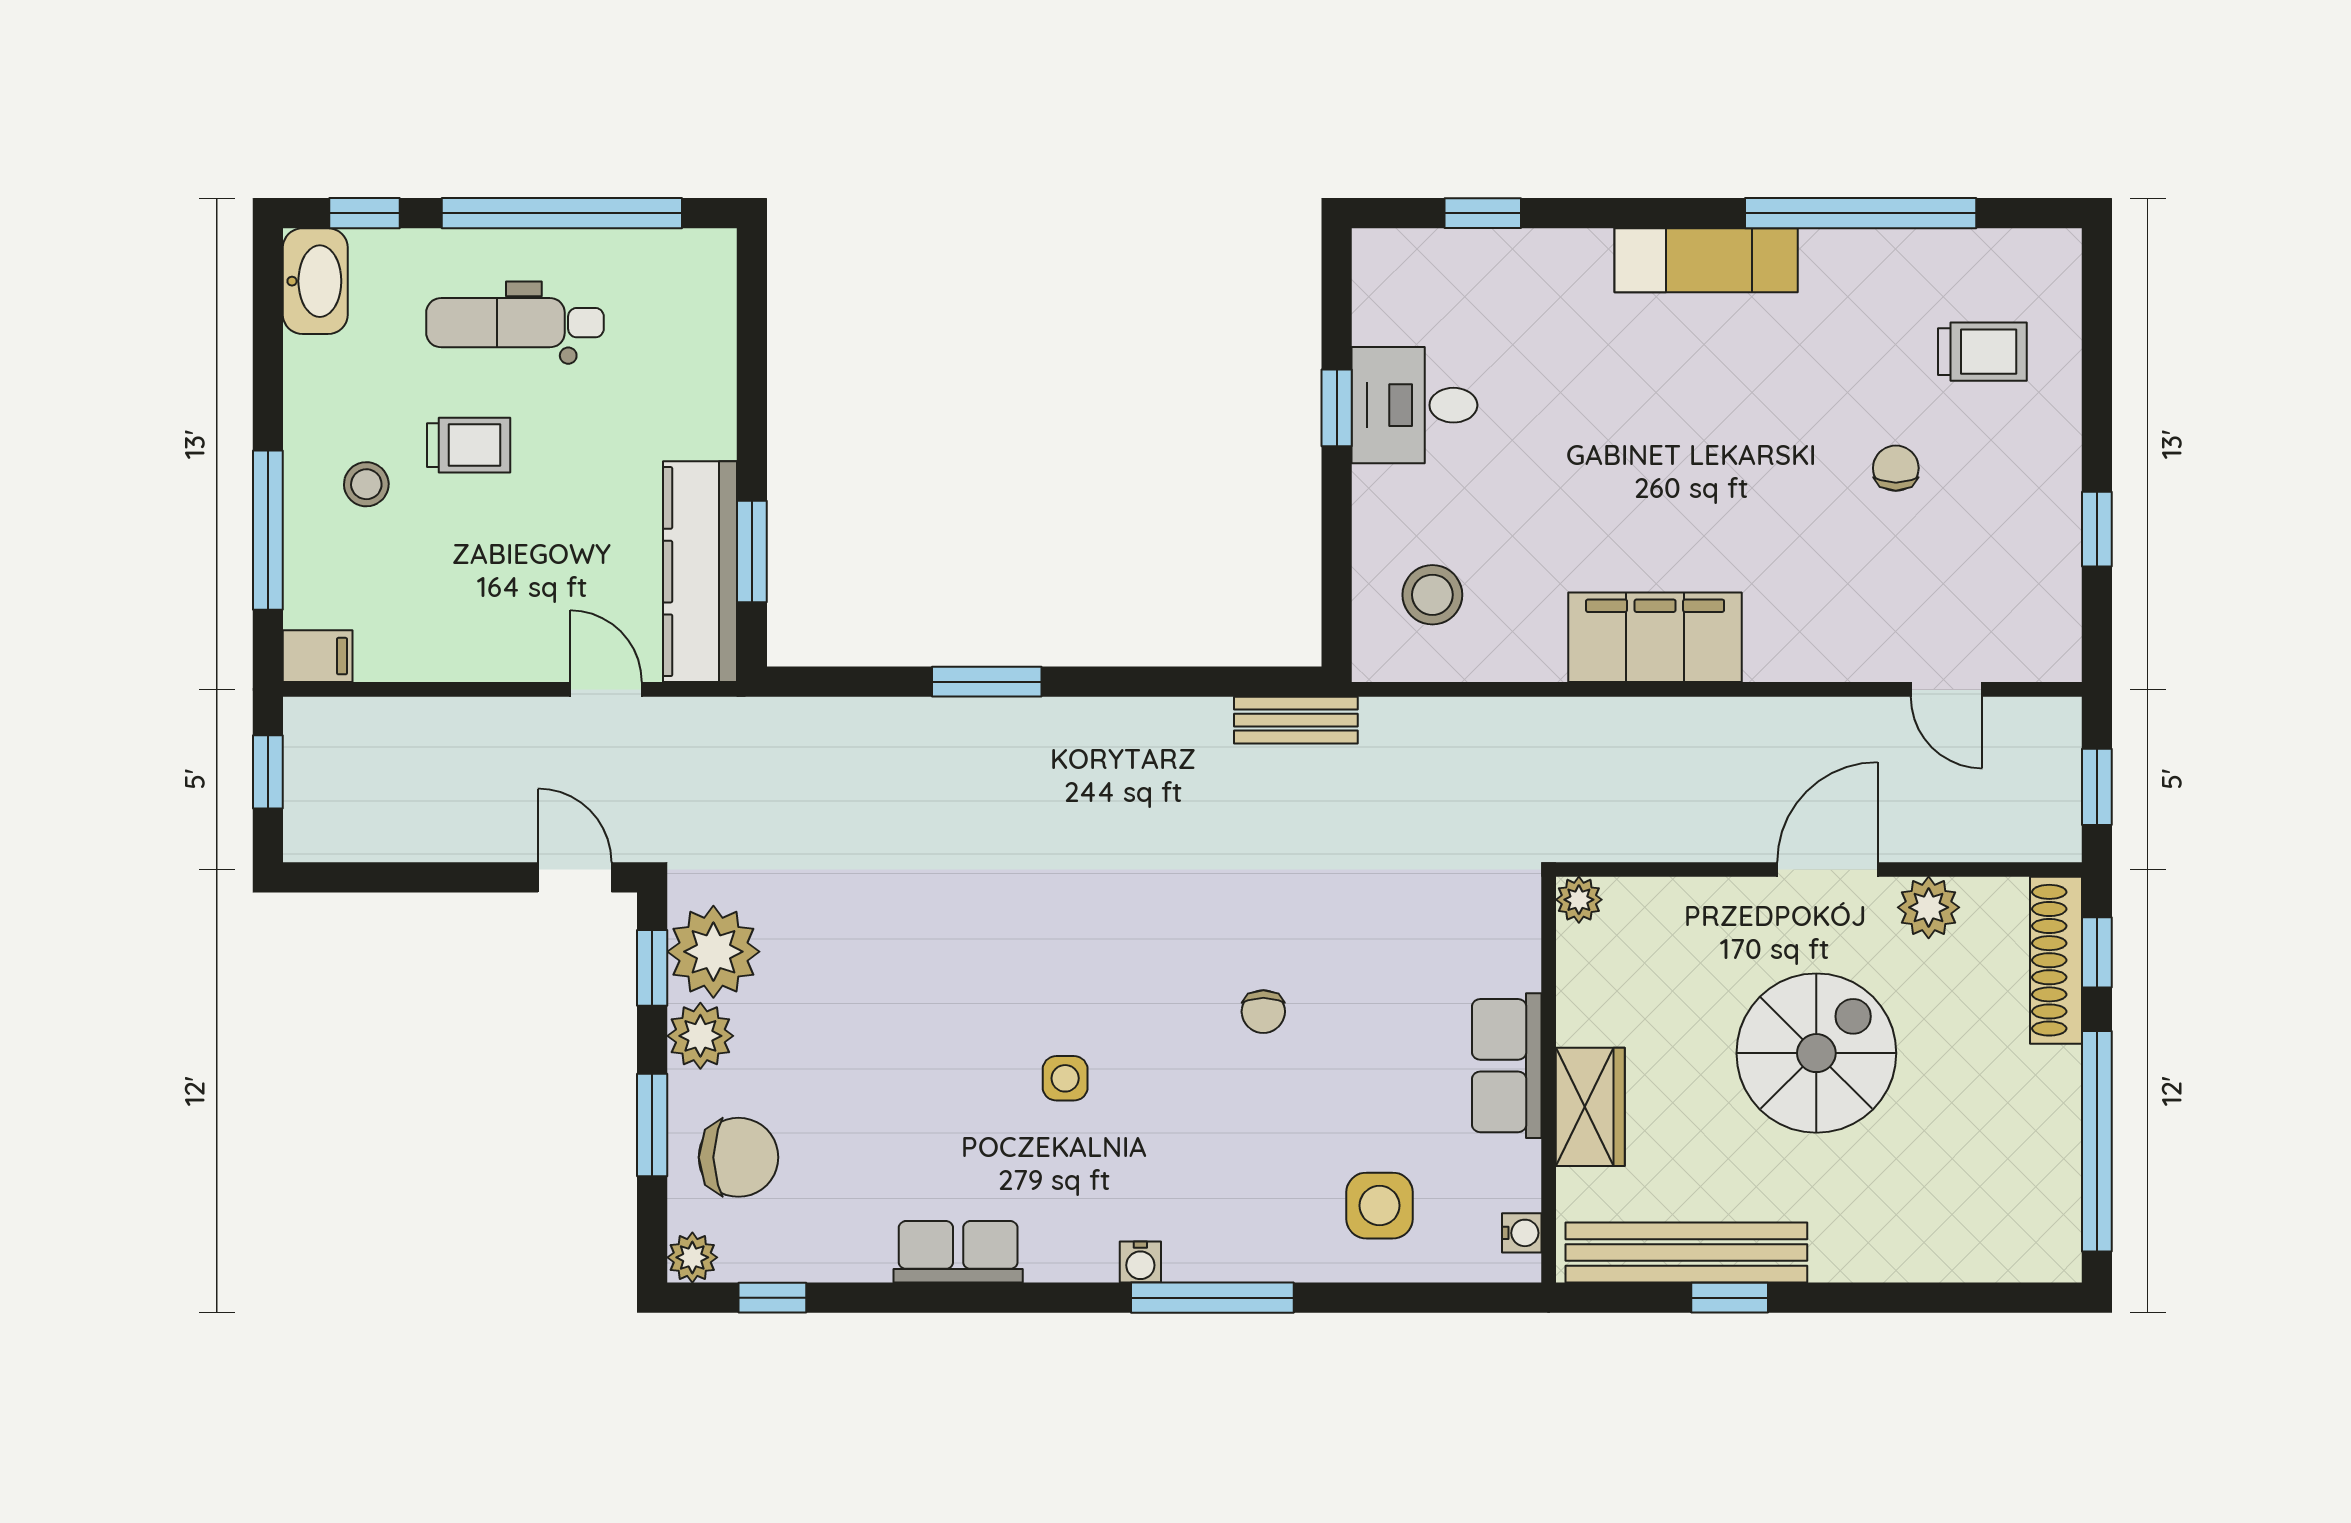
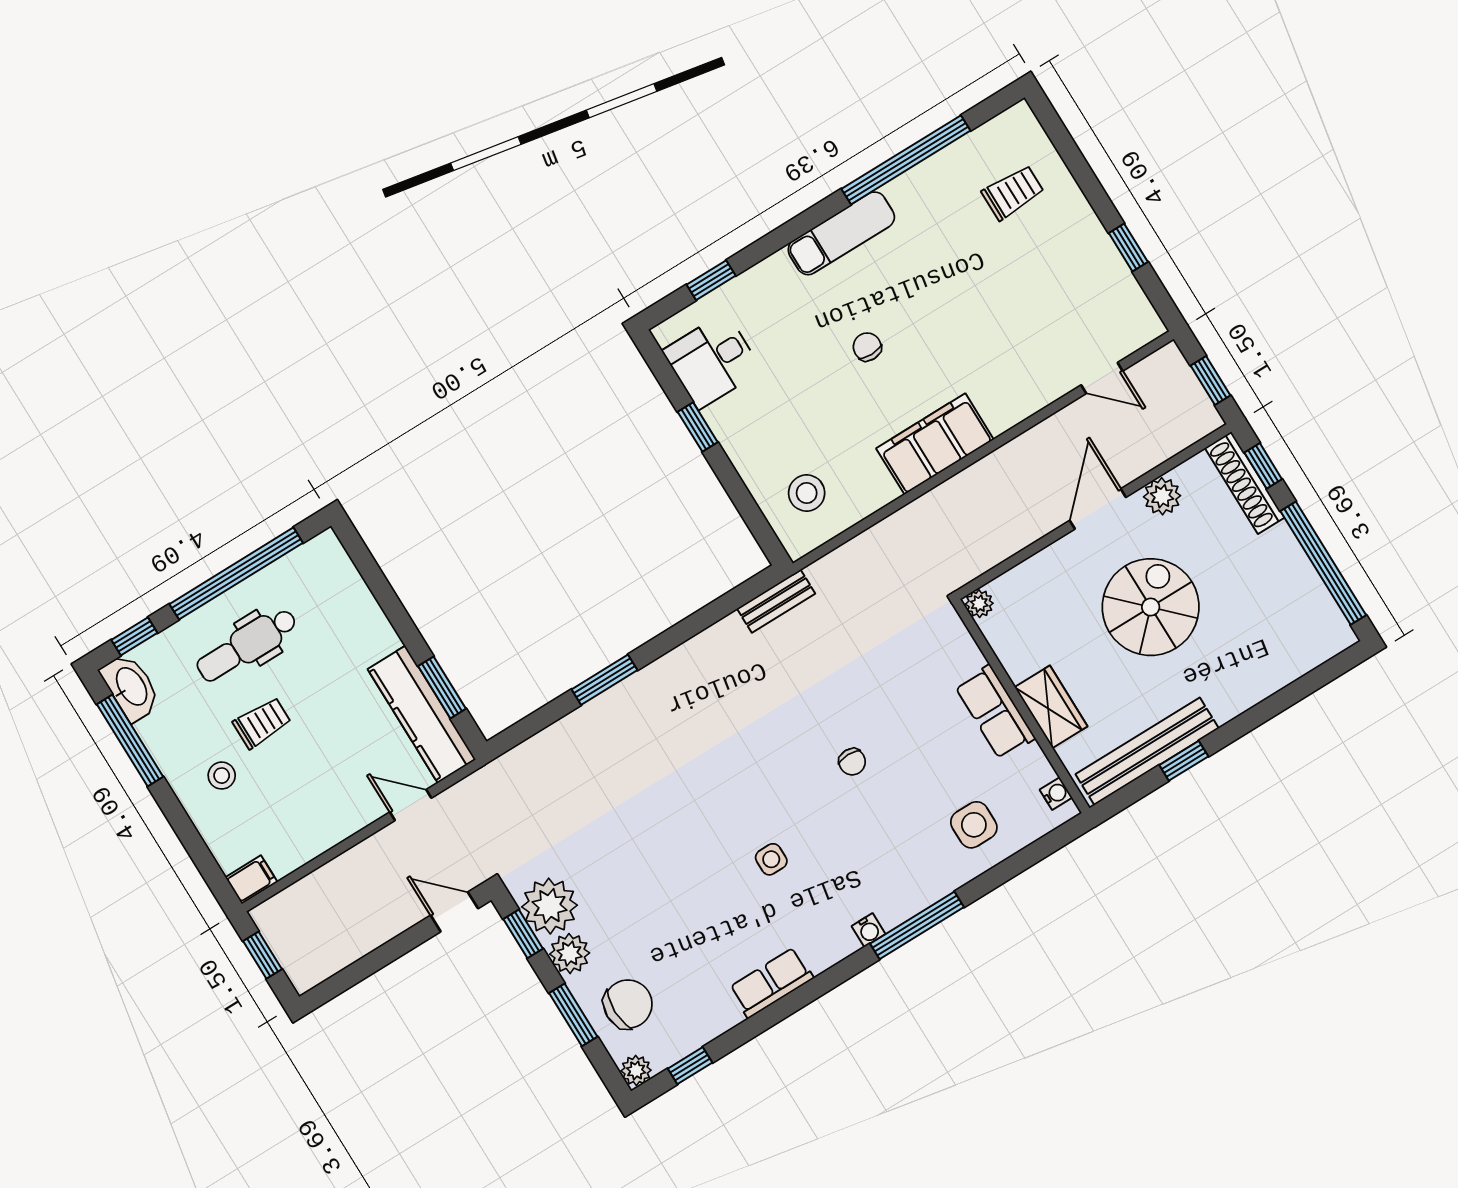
desk: (1414, 405) -> (712, 361), moved
chair: (1896, 468) -> (867, 347), moved
window: (268, 530) -> (130, 740), moved

